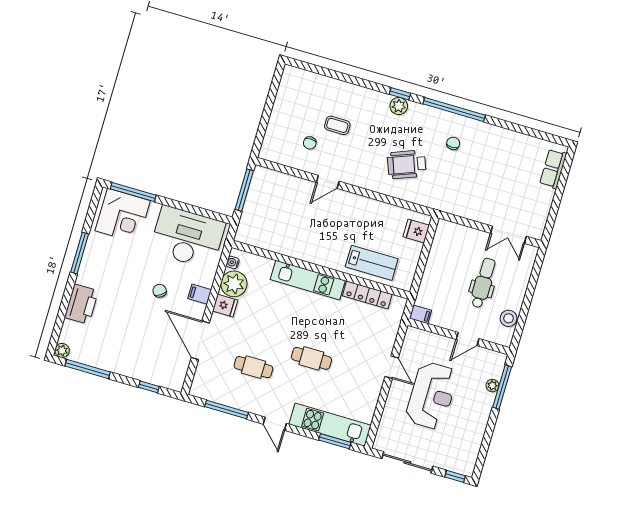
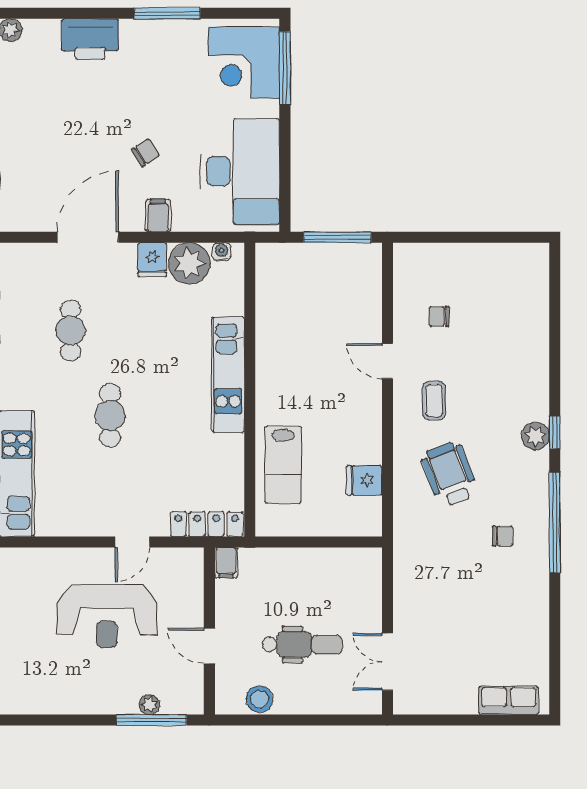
coffee table: (337, 125) -> (434, 401), moved
fridge: (416, 231) -> (364, 480), moved, turned -90
locker: (367, 295) -> (207, 524), moved, turned 90

